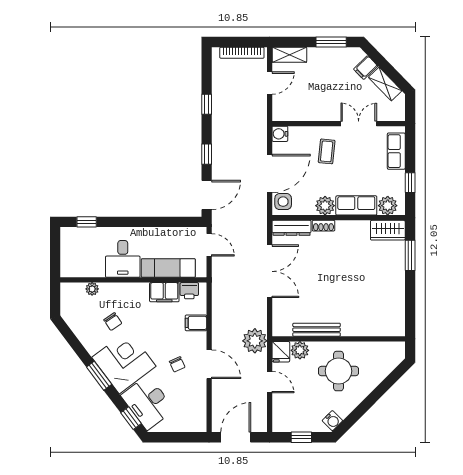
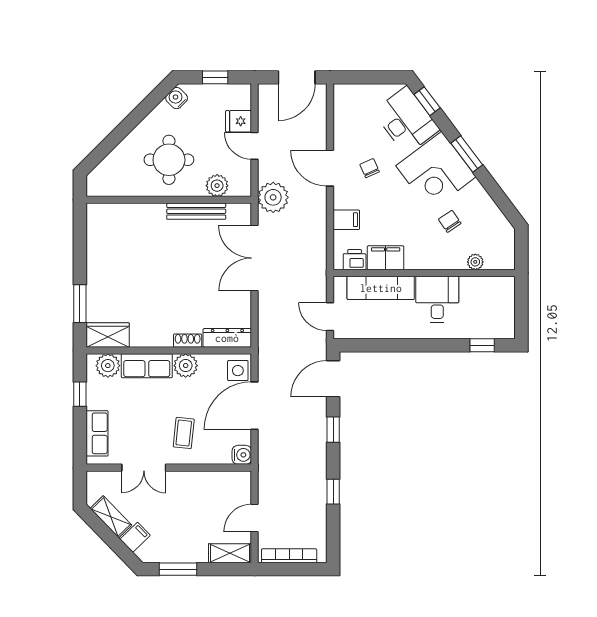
double door: (270, 271) -> (255, 258), moved
fridge: (281, 352) -> (239, 121), moved, turned -90

